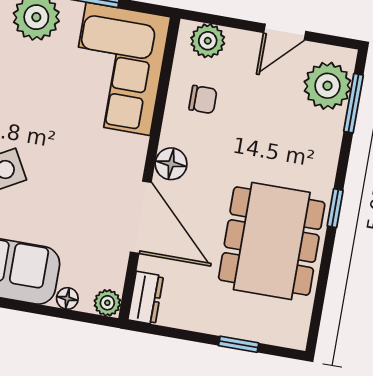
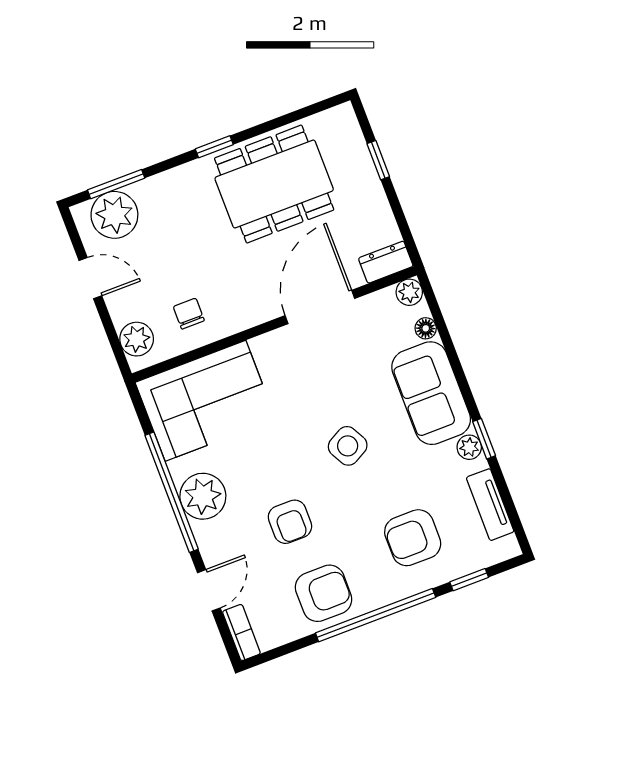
floor lamp: (171, 164) -> (259, 308), removed

